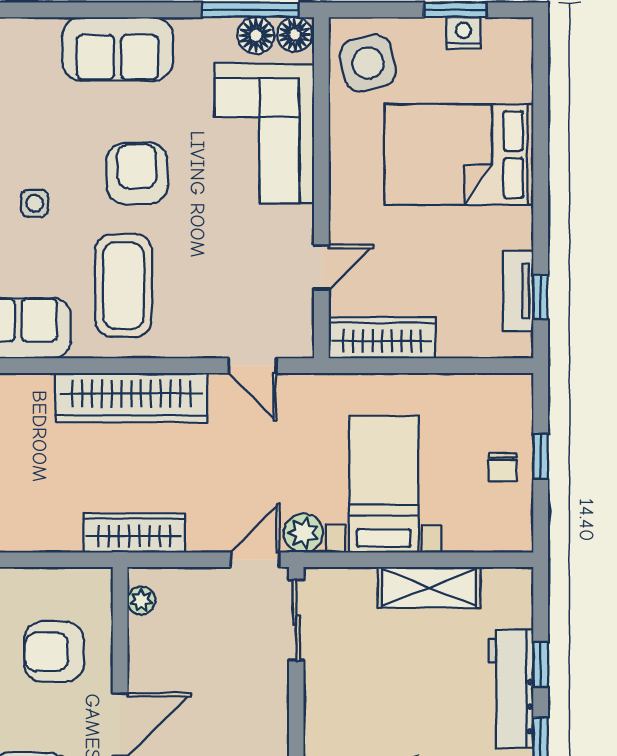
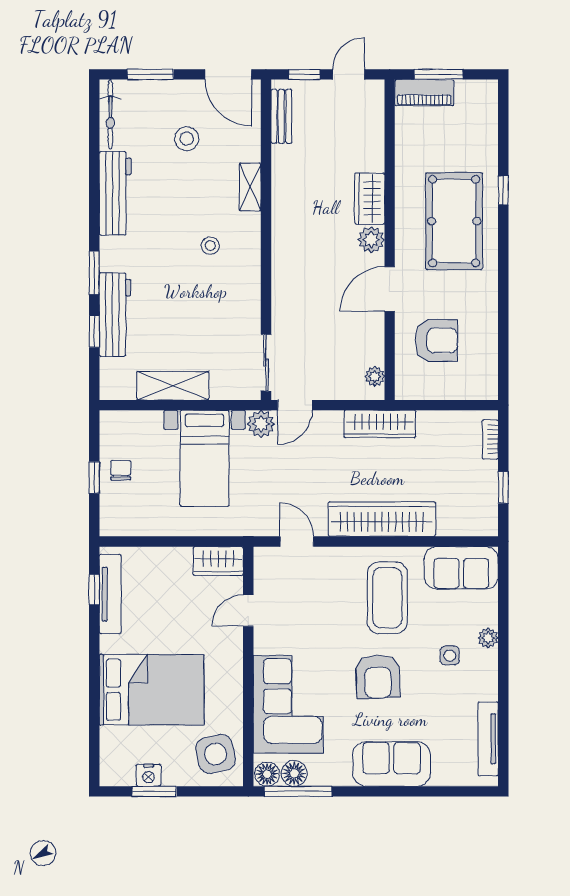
tv unit: (518, 291) -> (110, 594), width x1.41
wardrobe: (382, 338) -> (218, 561), width x0.67

